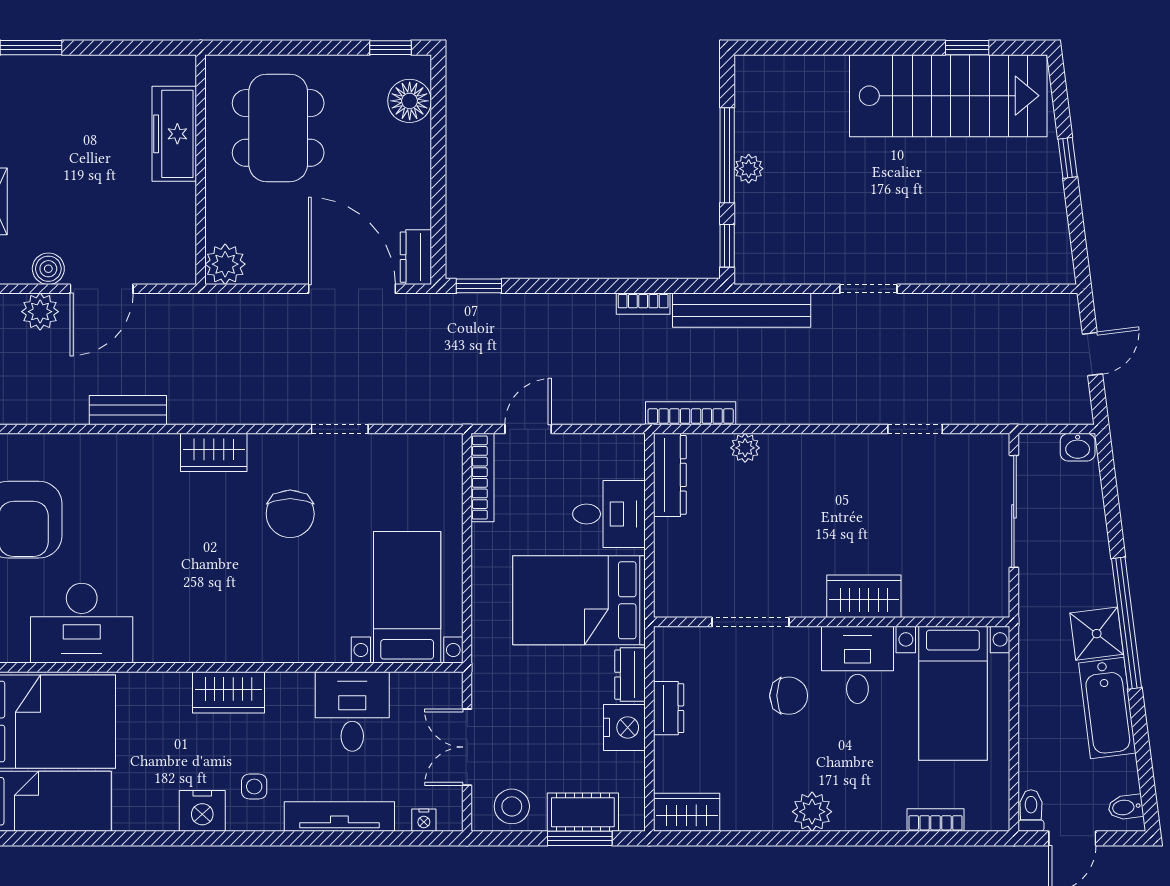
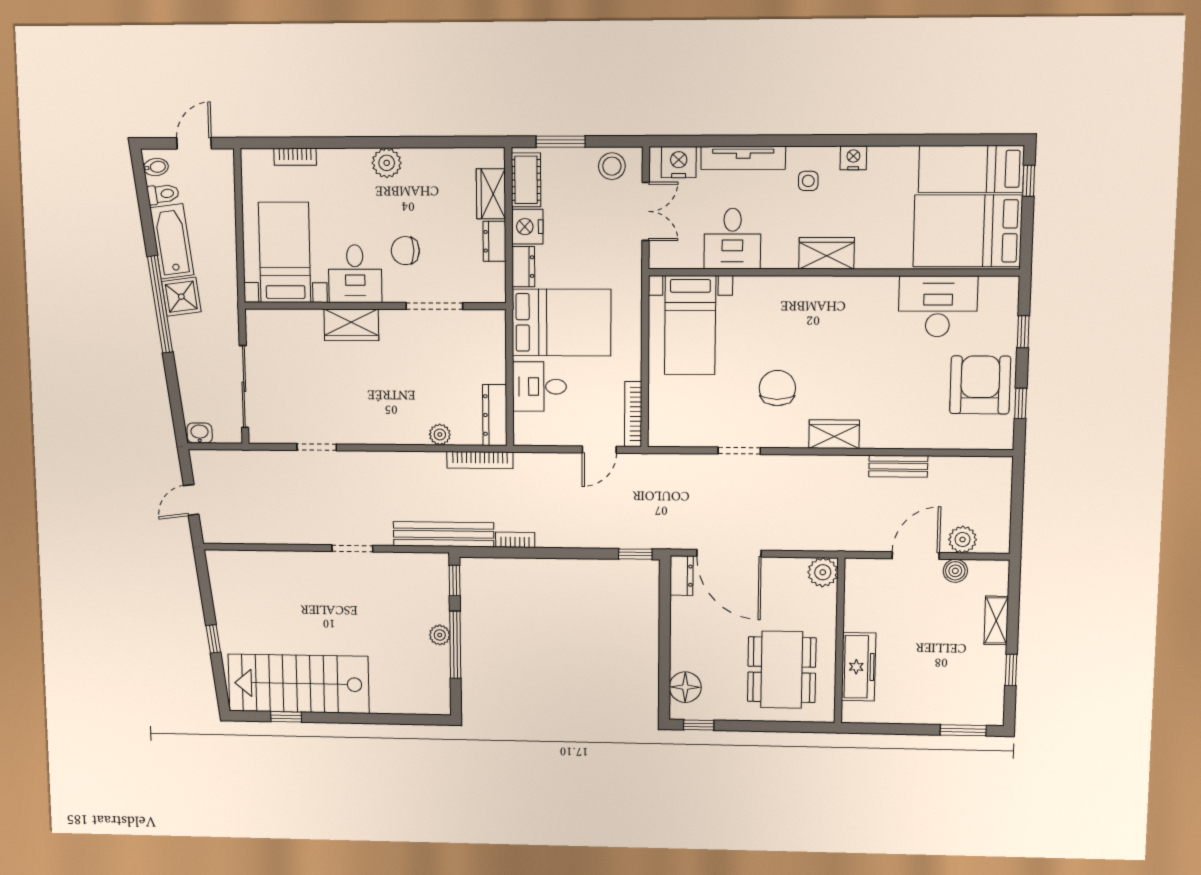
nightstand: (202, 811) -> (853, 158), width x0.74, depth x0.75
toilet: (1031, 811) -> (163, 194), moved, turned -97
cot: (583, 812) -> (526, 180), moved, turned 90
wardrobe: (687, 812) -> (491, 194), moved, turned 90
nightstand: (424, 820) -> (679, 162), width x1.89, depth x1.79

